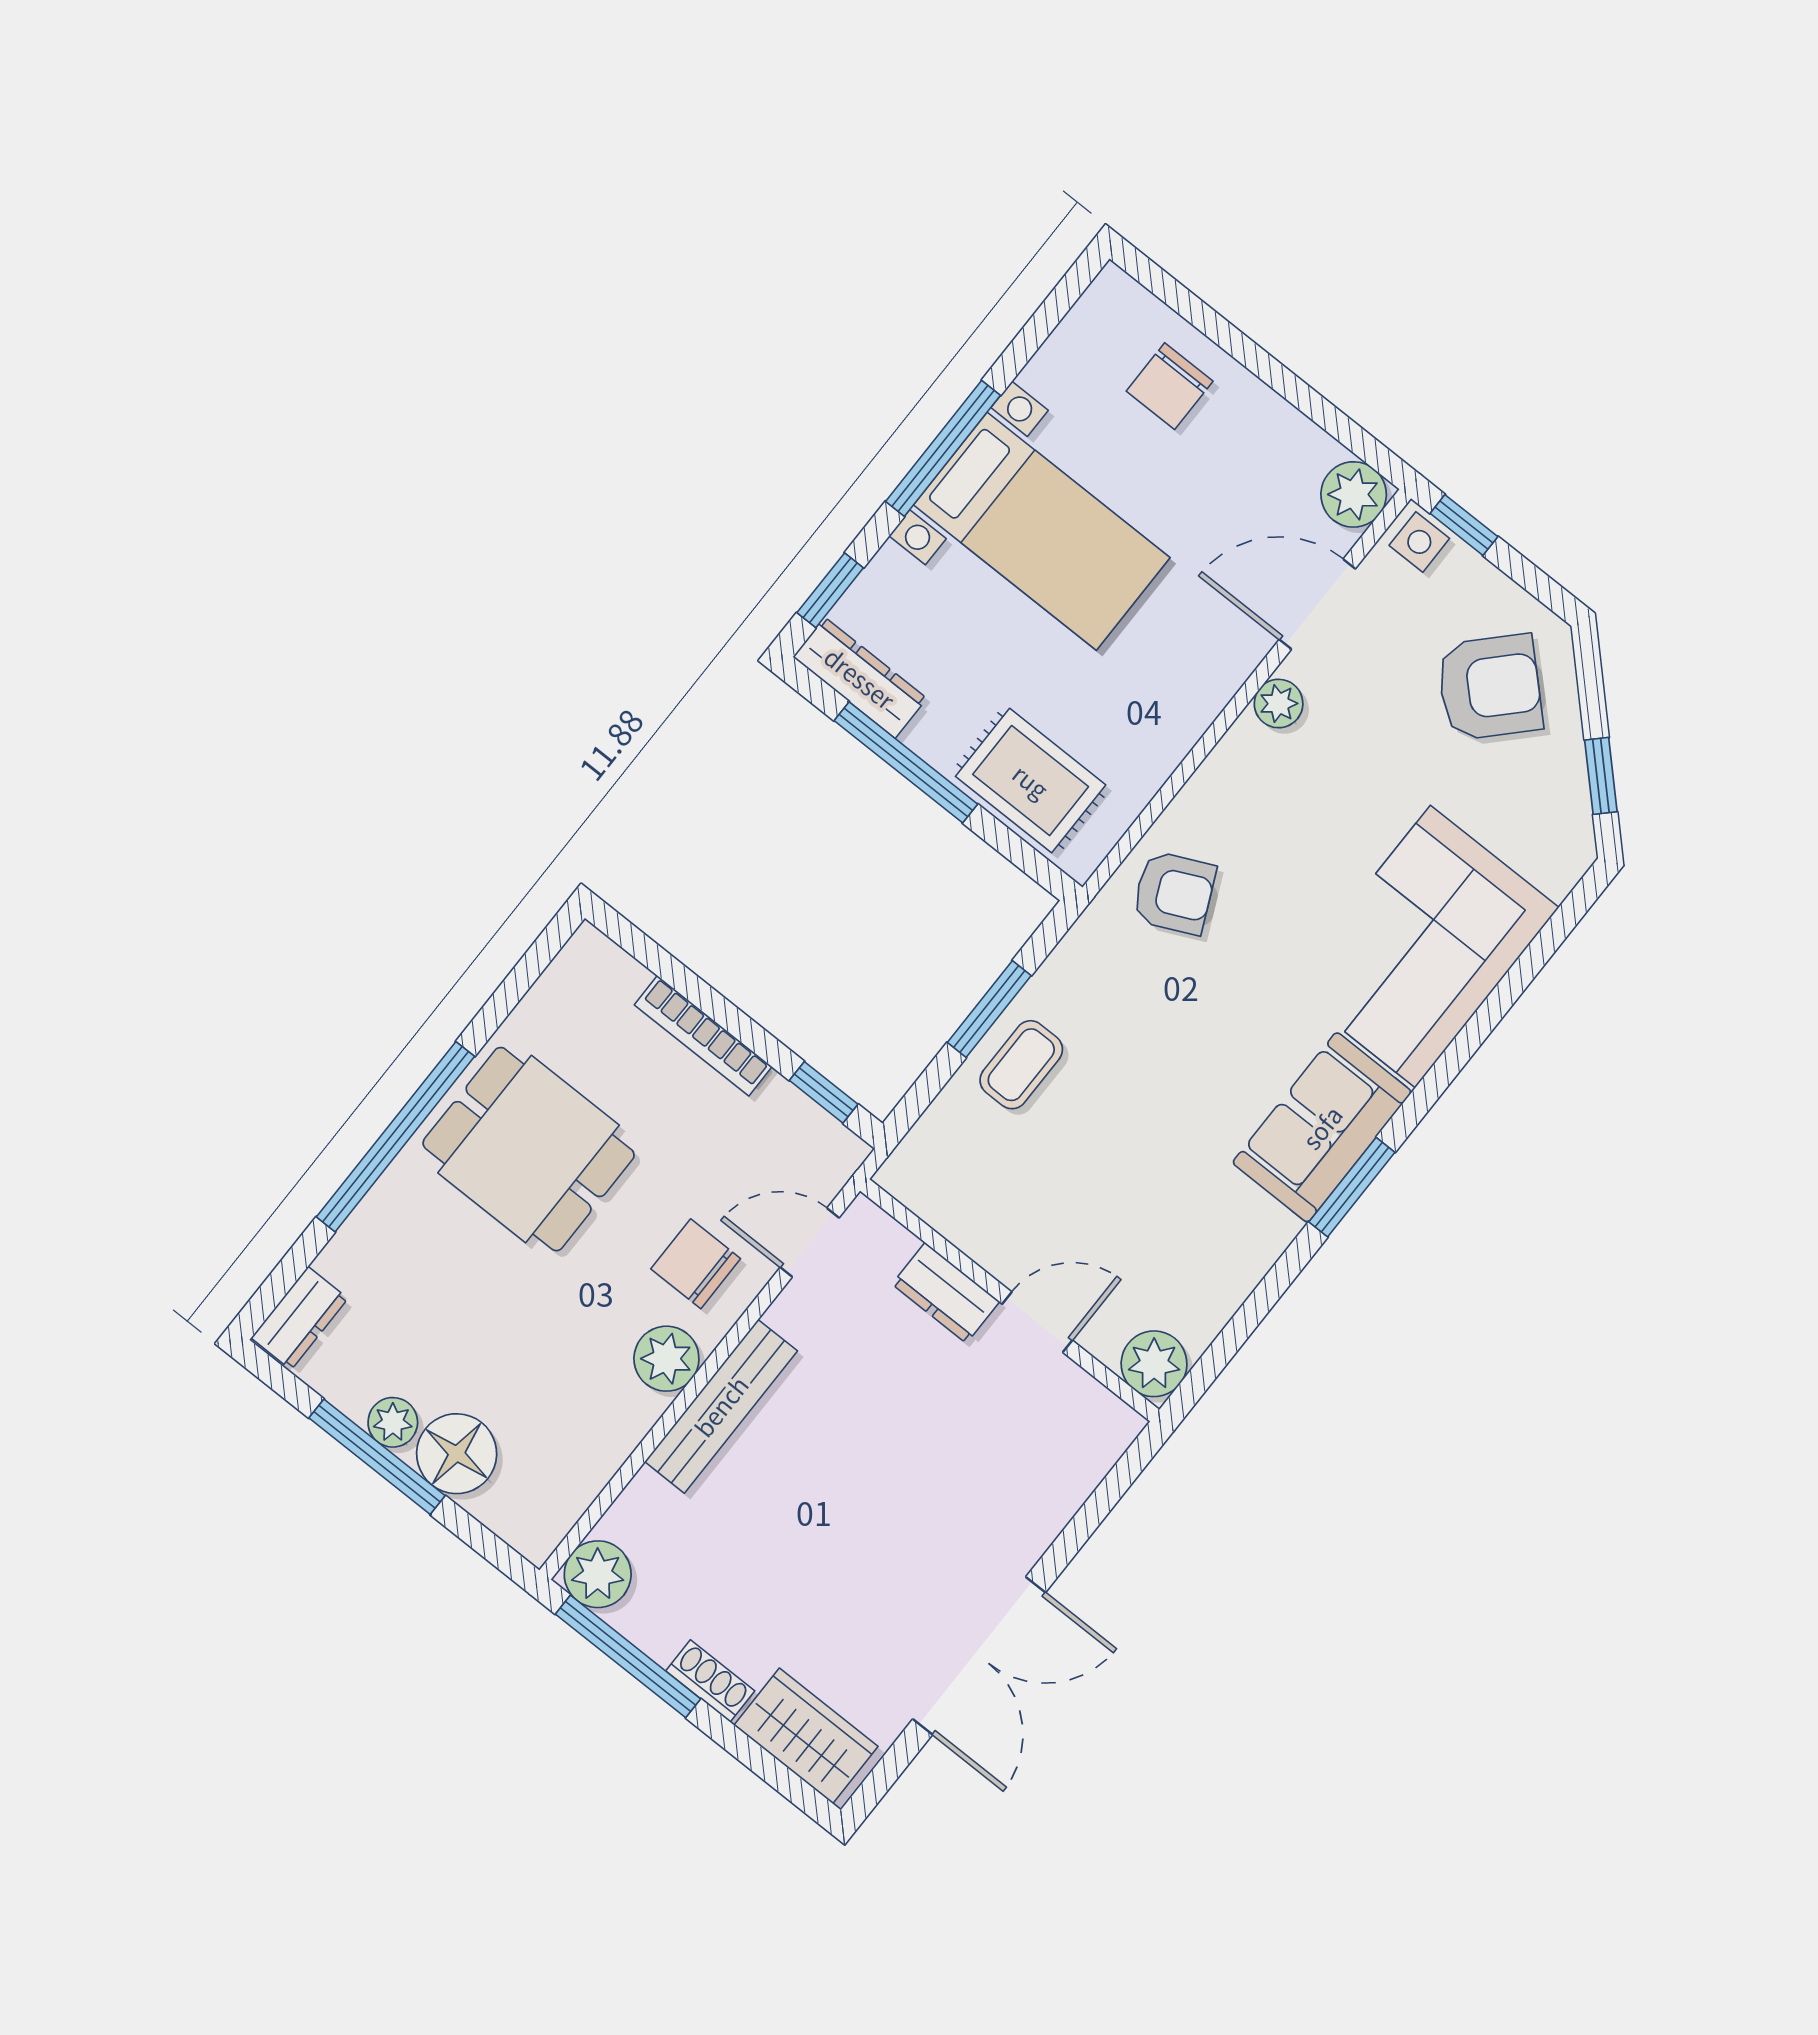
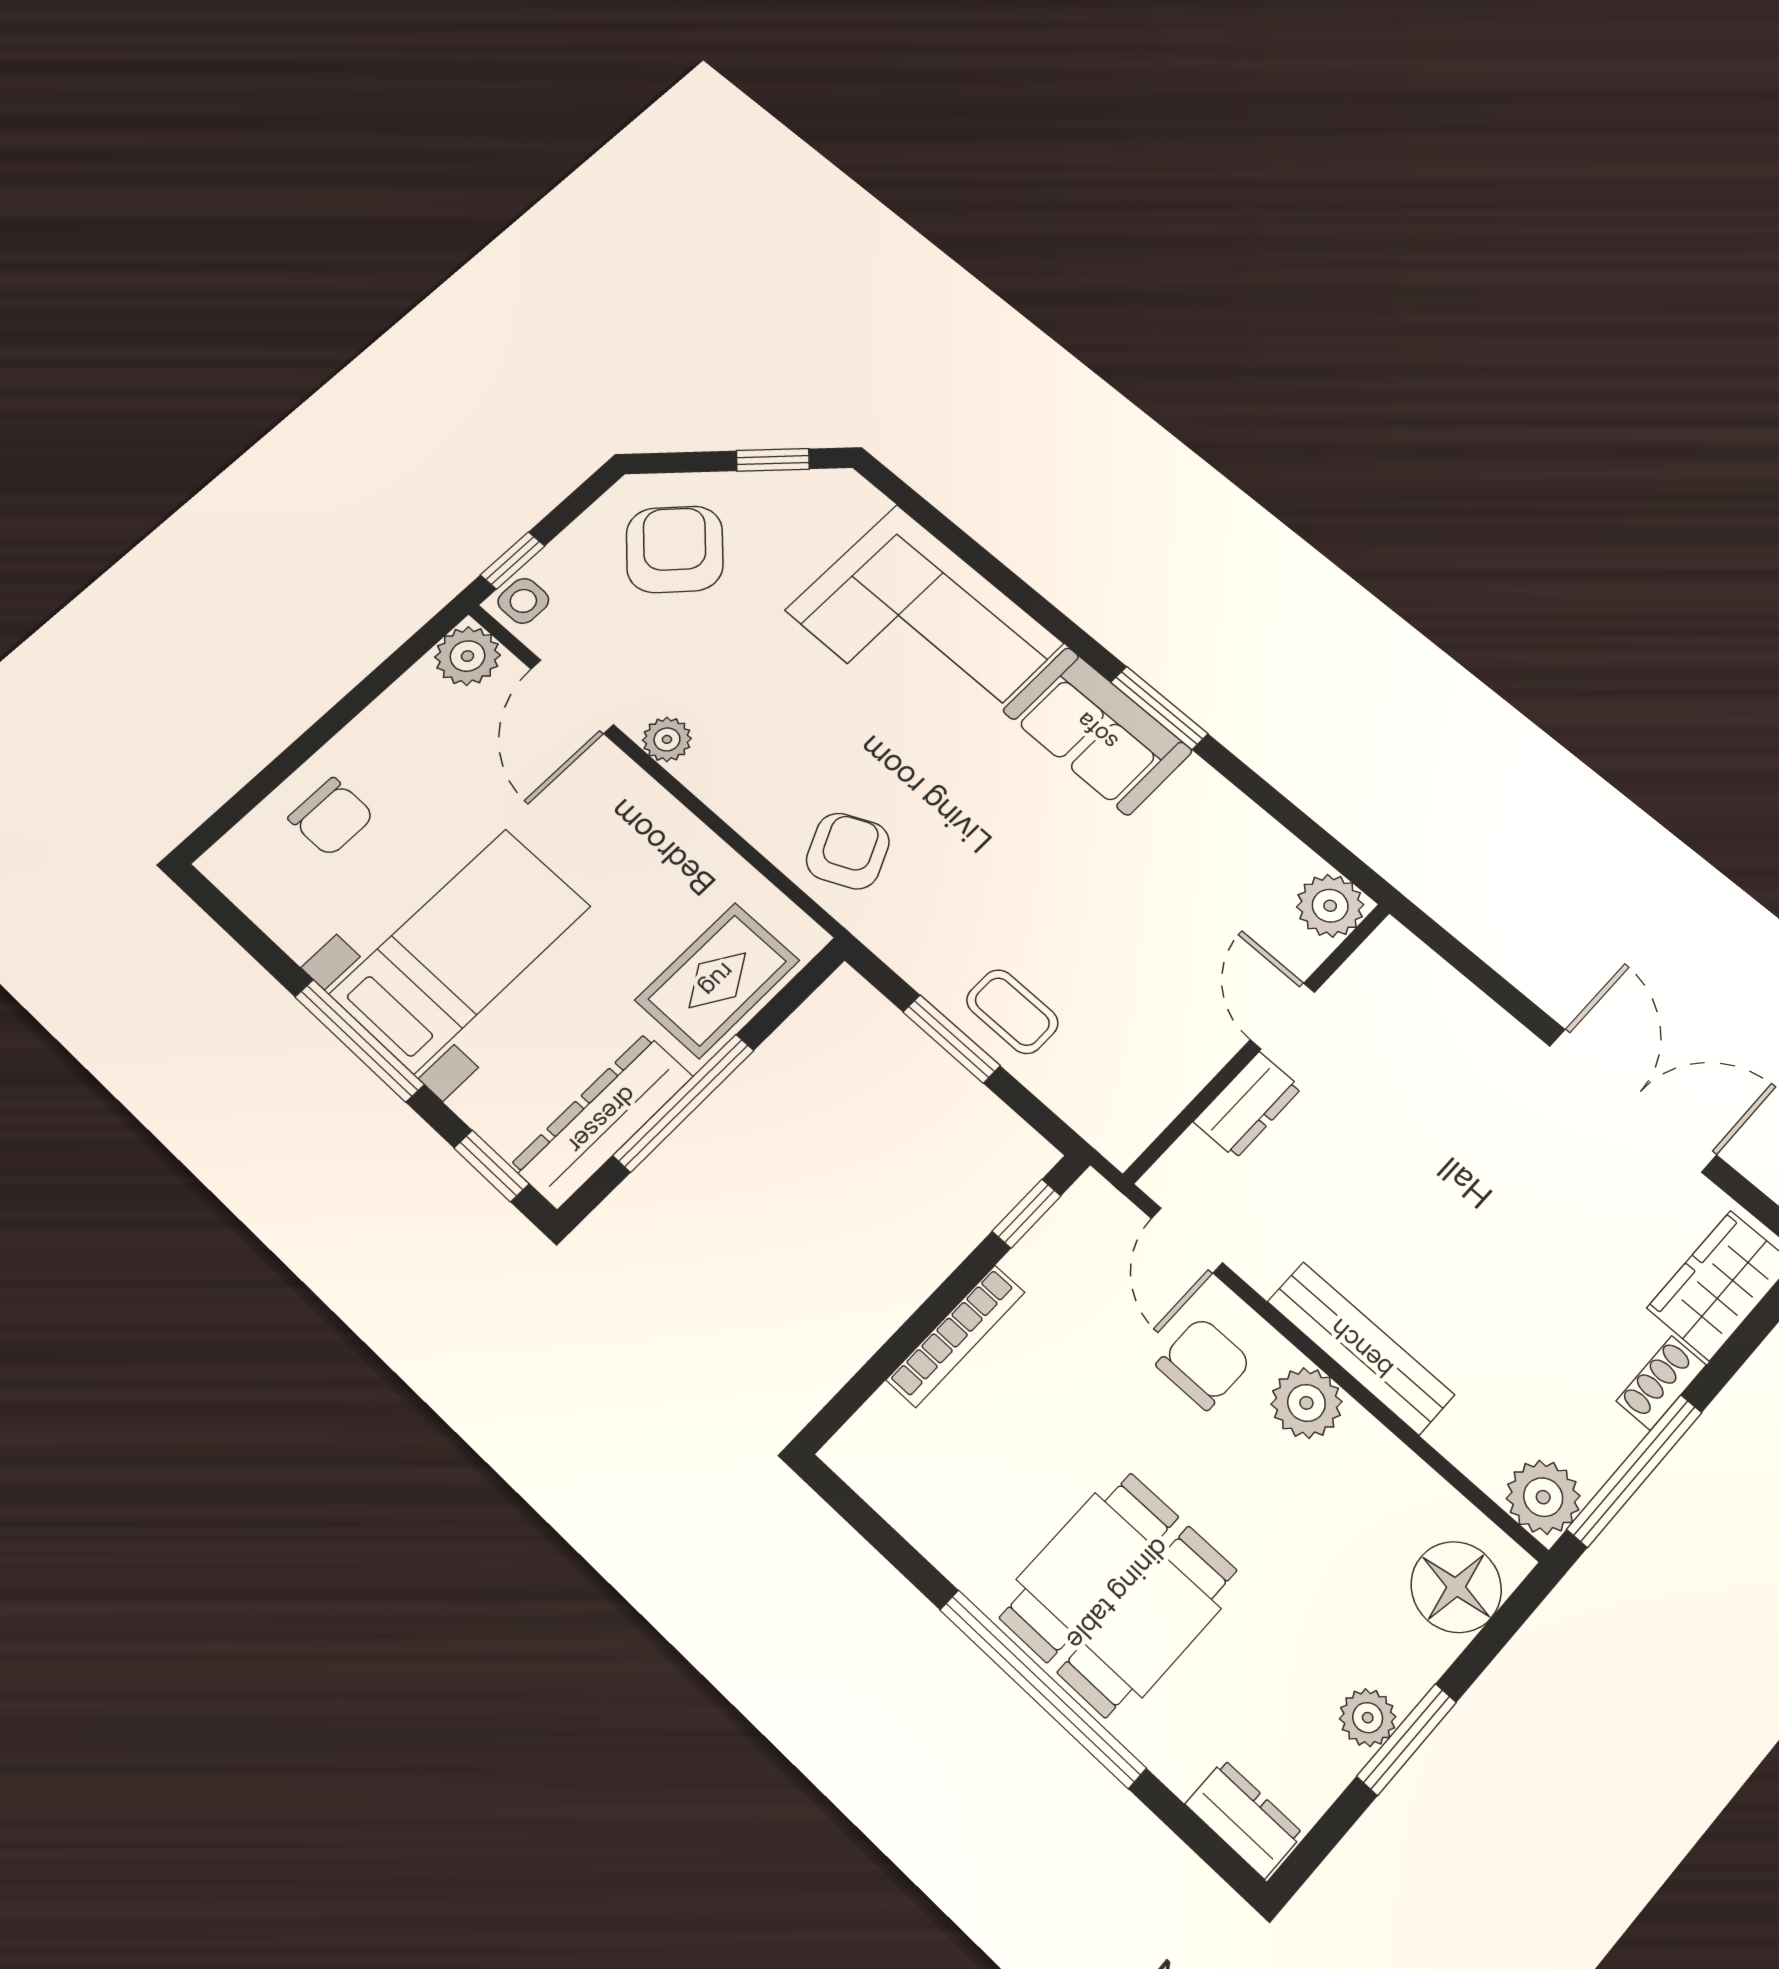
dresser: (860, 678) -> (602, 1120), width x1.37, depth x1.24
dining table: (529, 1149) -> (1118, 1594), moved
chair: (696, 1264) -> (1204, 1363), turned 180
floor lamp: (457, 1454) -> (1456, 1587), moved
window: (377, 1457) -> (1407, 1739), width x0.69

